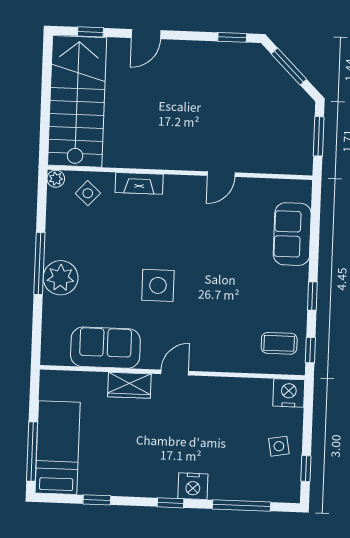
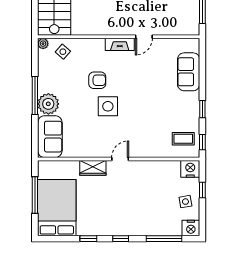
fireplace: (139, 183) -> (120, 44), moved
armchair: (142, 242) -> (97, 80), added
sofa: (105, 348) -> (50, 137), moved, turned 90
bed: (58, 448) -> (57, 208), width x1.50
window: (32, 451) -> (35, 195), moved
window: (306, 469) -> (202, 190), moved
nightstand: (193, 486) -> (191, 228), moved
window: (97, 500) -> (88, 239), moved

